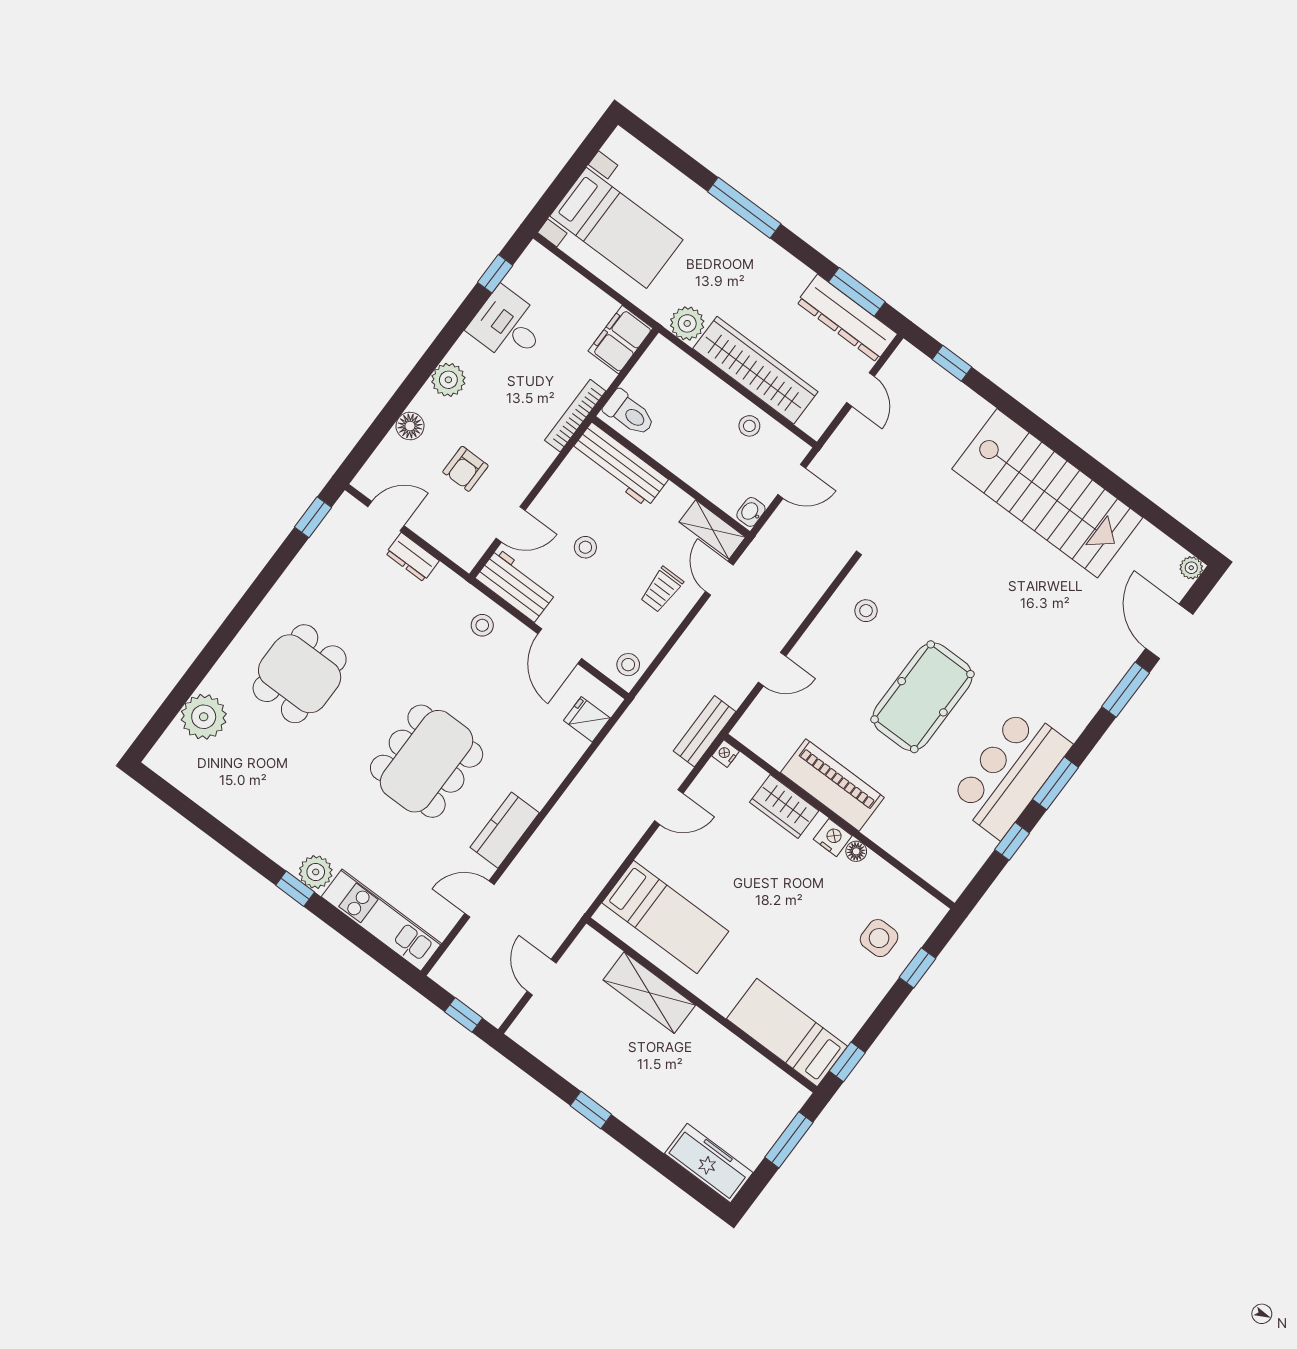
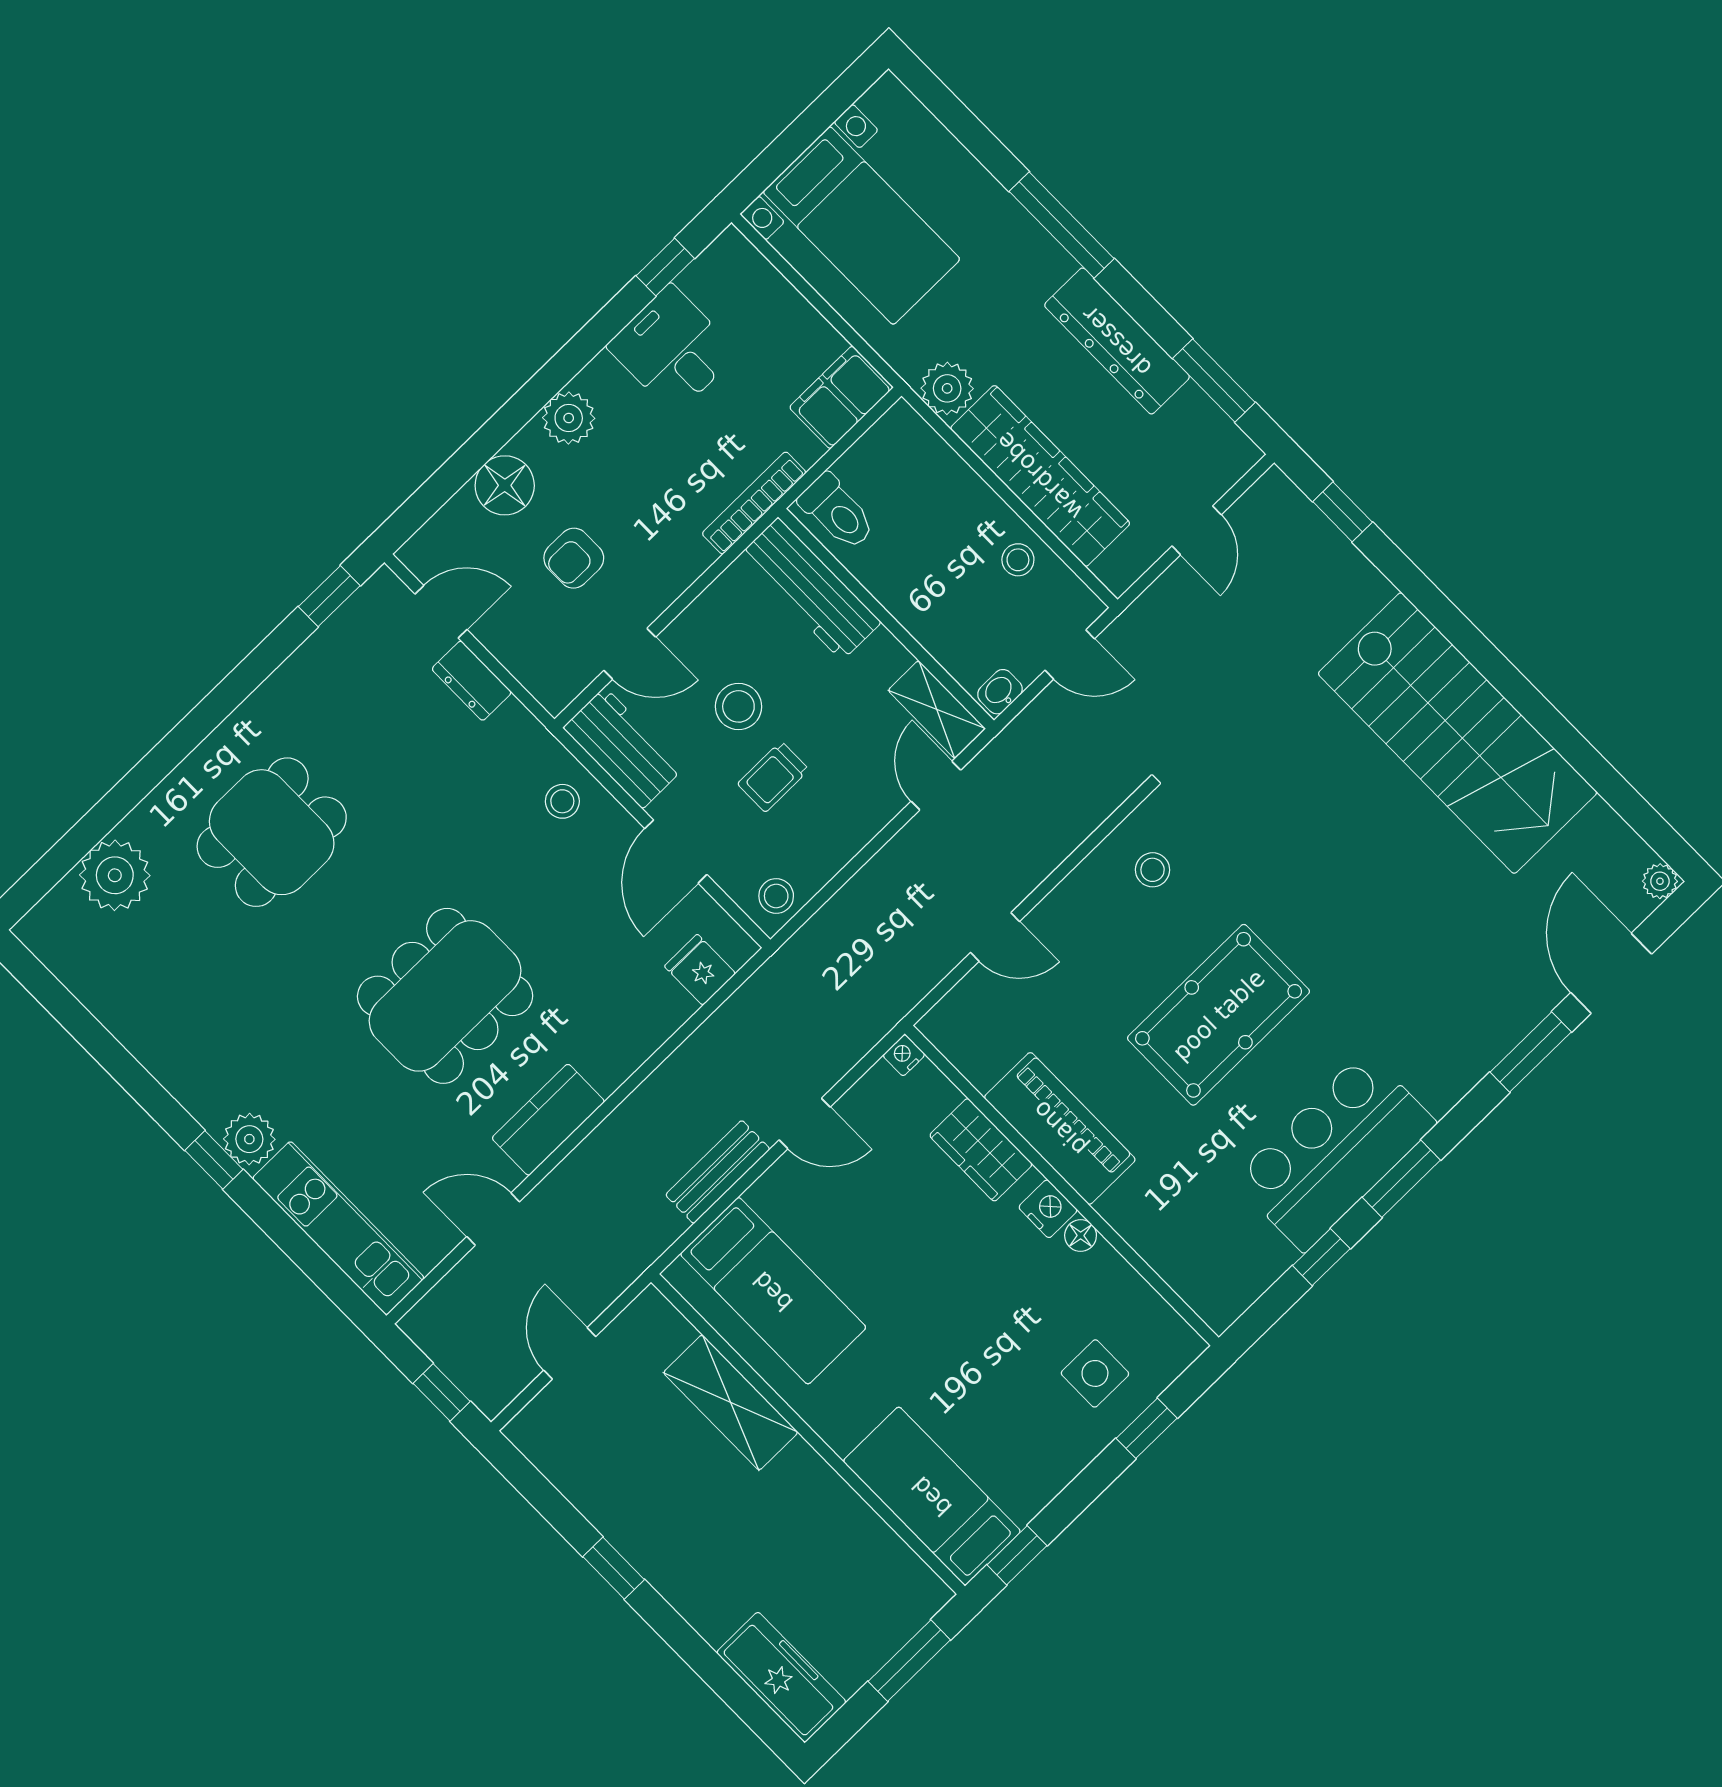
dresser: (847, 318) -> (1117, 341), moved
floor lamp: (410, 426) -> (505, 485), width x1.38, depth x1.38
stool: (585, 547) -> (738, 706), width x1.37, depth x1.37
trolley: (662, 590) -> (773, 777), moved
bench: (704, 731) -> (718, 1172), moved

